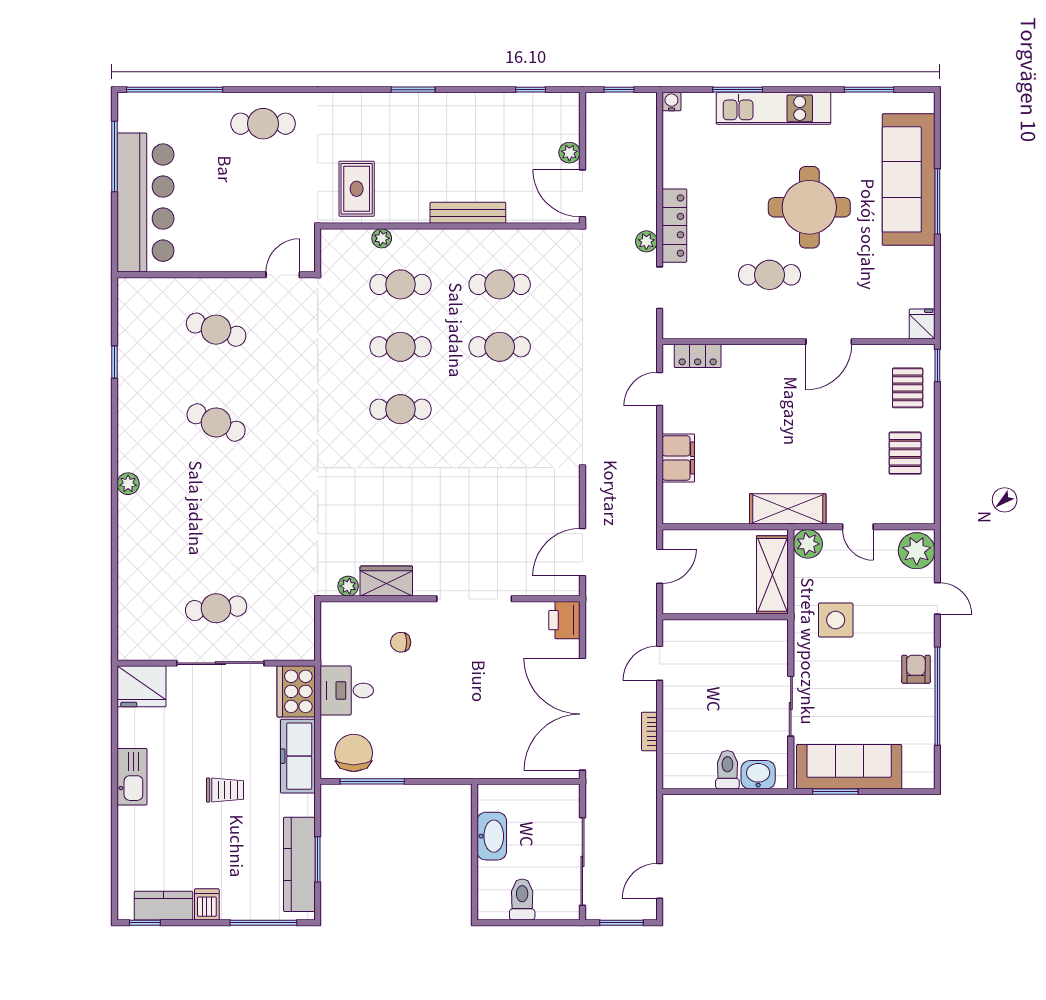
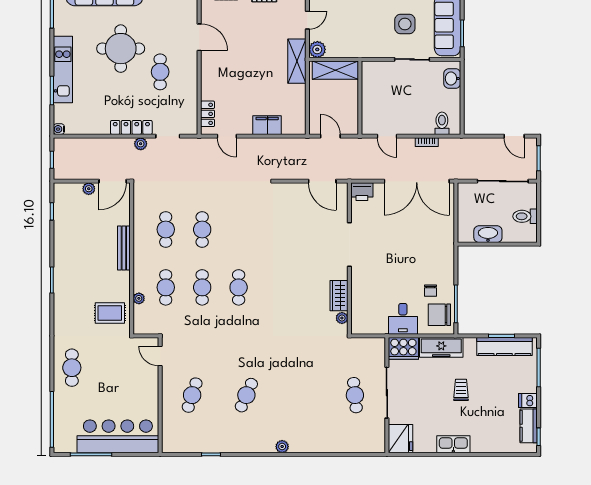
side table: (836, 620) -> (405, 24), moved
chair: (401, 642) -> (430, 291), moved
toilet: (727, 770) -> (442, 123), moved, turned 90

